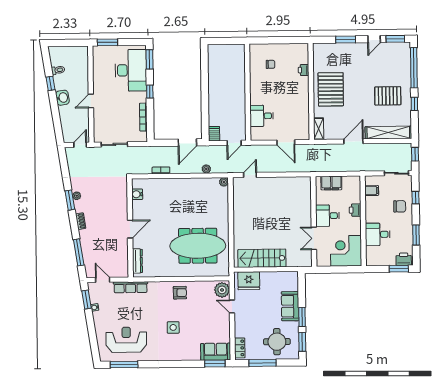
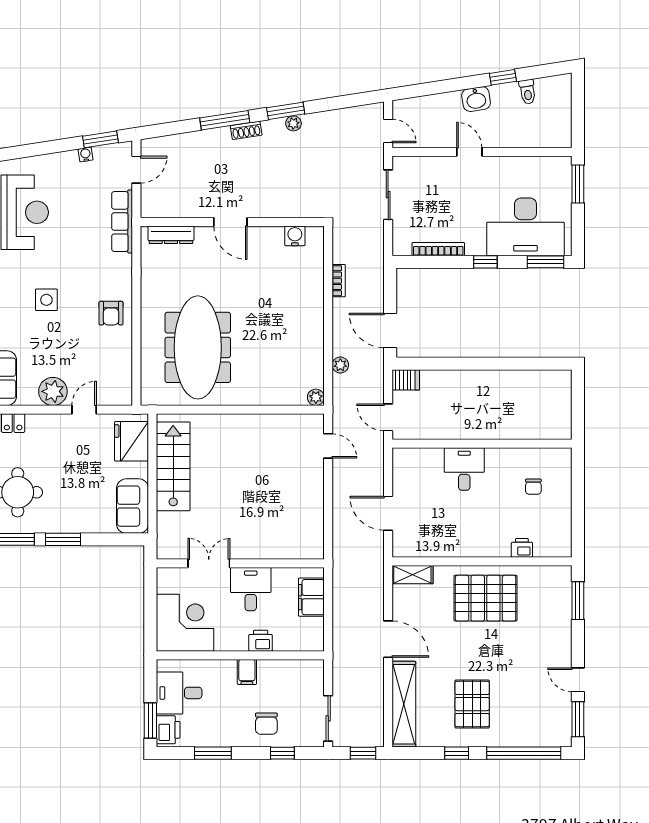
window: (346, 39) -> (578, 601), moved
desk: (262, 116) -> (464, 469), moved
door: (286, 142) -> (388, 513), hinge flipped
filing cabinet: (372, 191) -> (247, 672), moved
desk: (378, 234) -> (179, 693), moved, turned -90
window: (79, 252) -> (225, 120), moved
plant: (222, 290) -> (53, 391), moved
sofa: (290, 306) -> (133, 506), moved, turned -90

